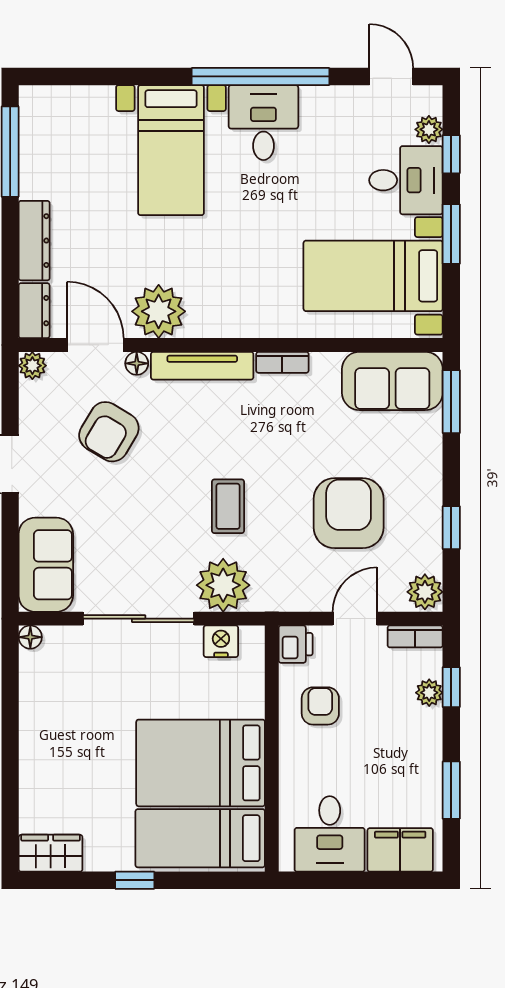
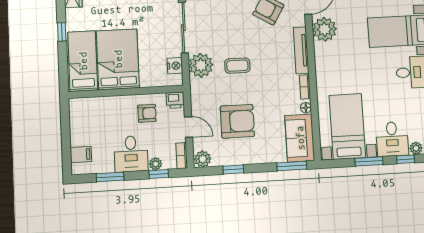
floor lamp: (137, 363) -> (306, 108), moved
desk: (330, 834) -> (131, 154), moved, turned -90
filing cabinet: (400, 850) -> (81, 155), width x0.50

